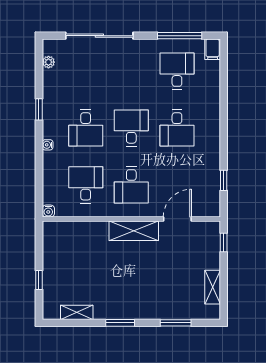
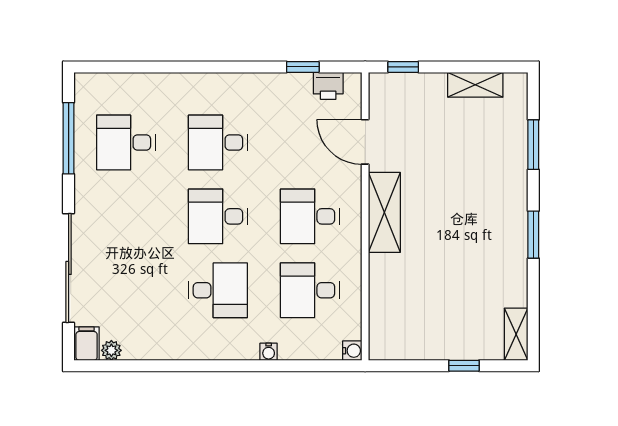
filing cabinet: (213, 49) -> (87, 344), moved, turned -90
window: (39, 109) -> (188, 366), removed
desk: (177, 128) -> (218, 142), turned 180
water cooler: (48, 145) -> (269, 352), moved
desk: (131, 185) -> (310, 216), turned 180
printer: (212, 196) -> (328, 86), added
shelving: (77, 312) -> (516, 334), moved

